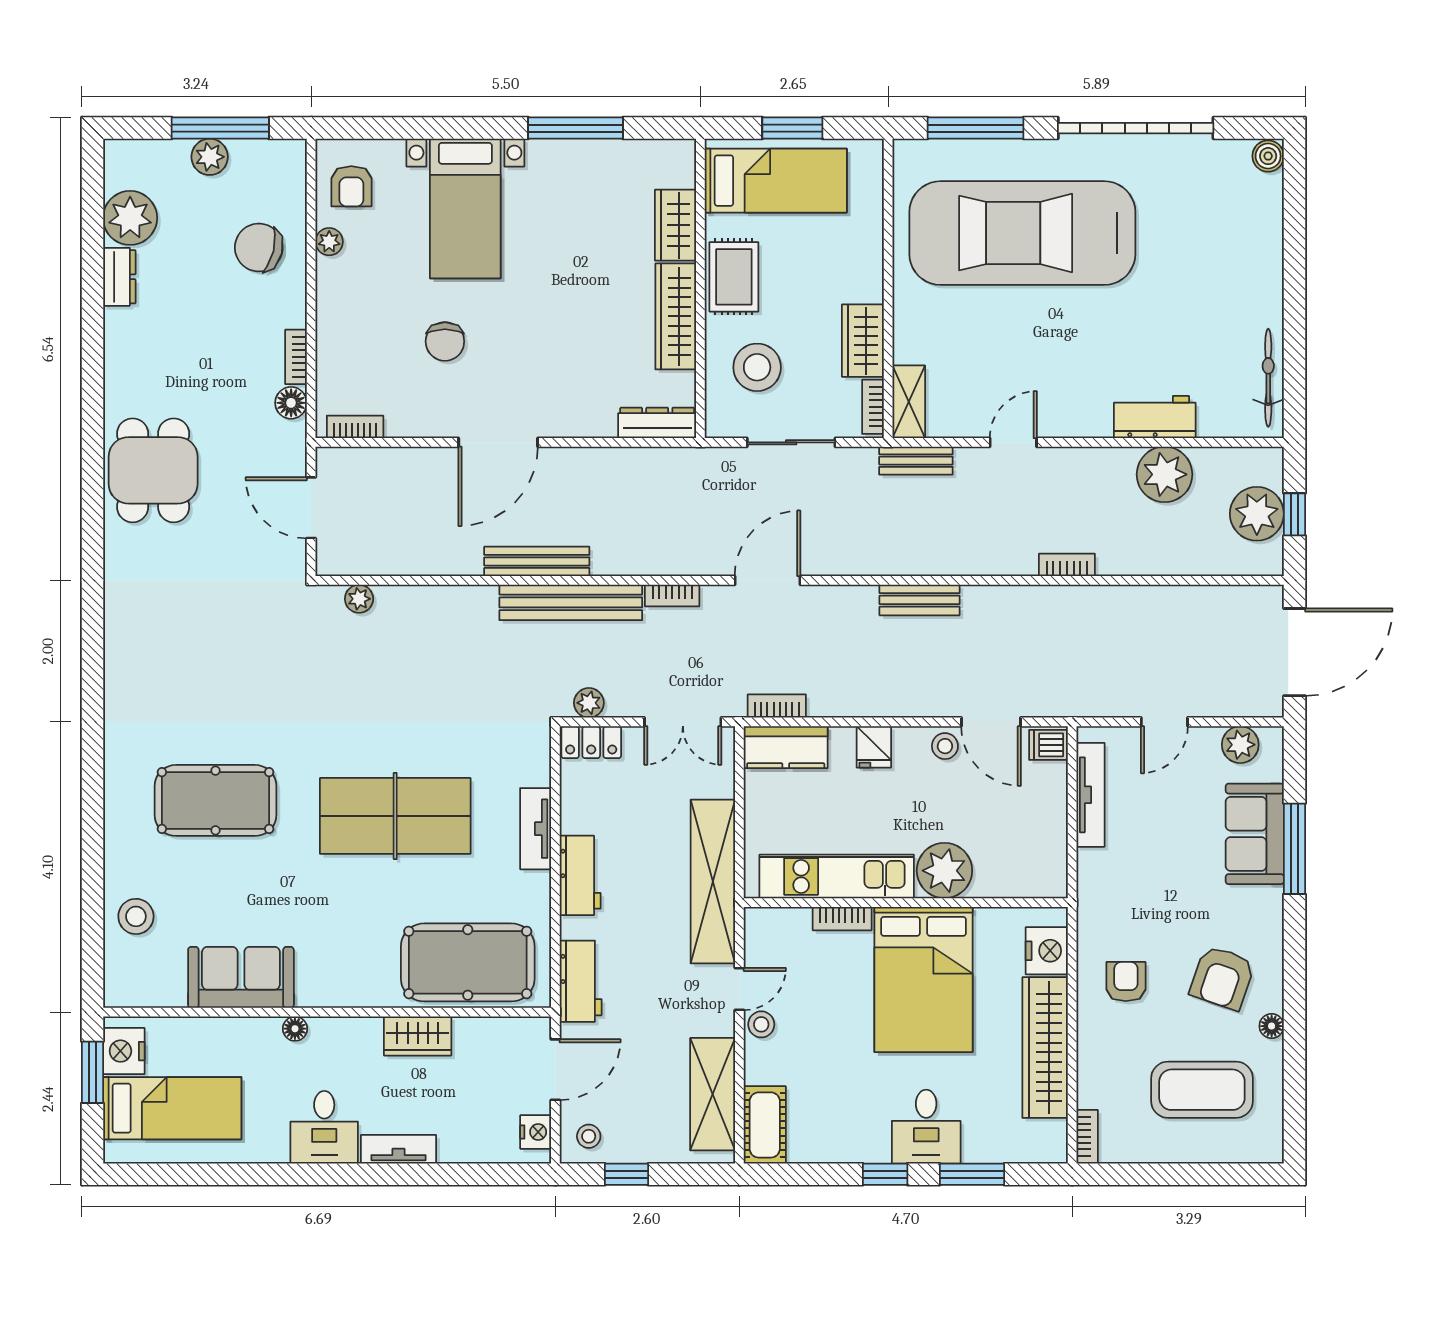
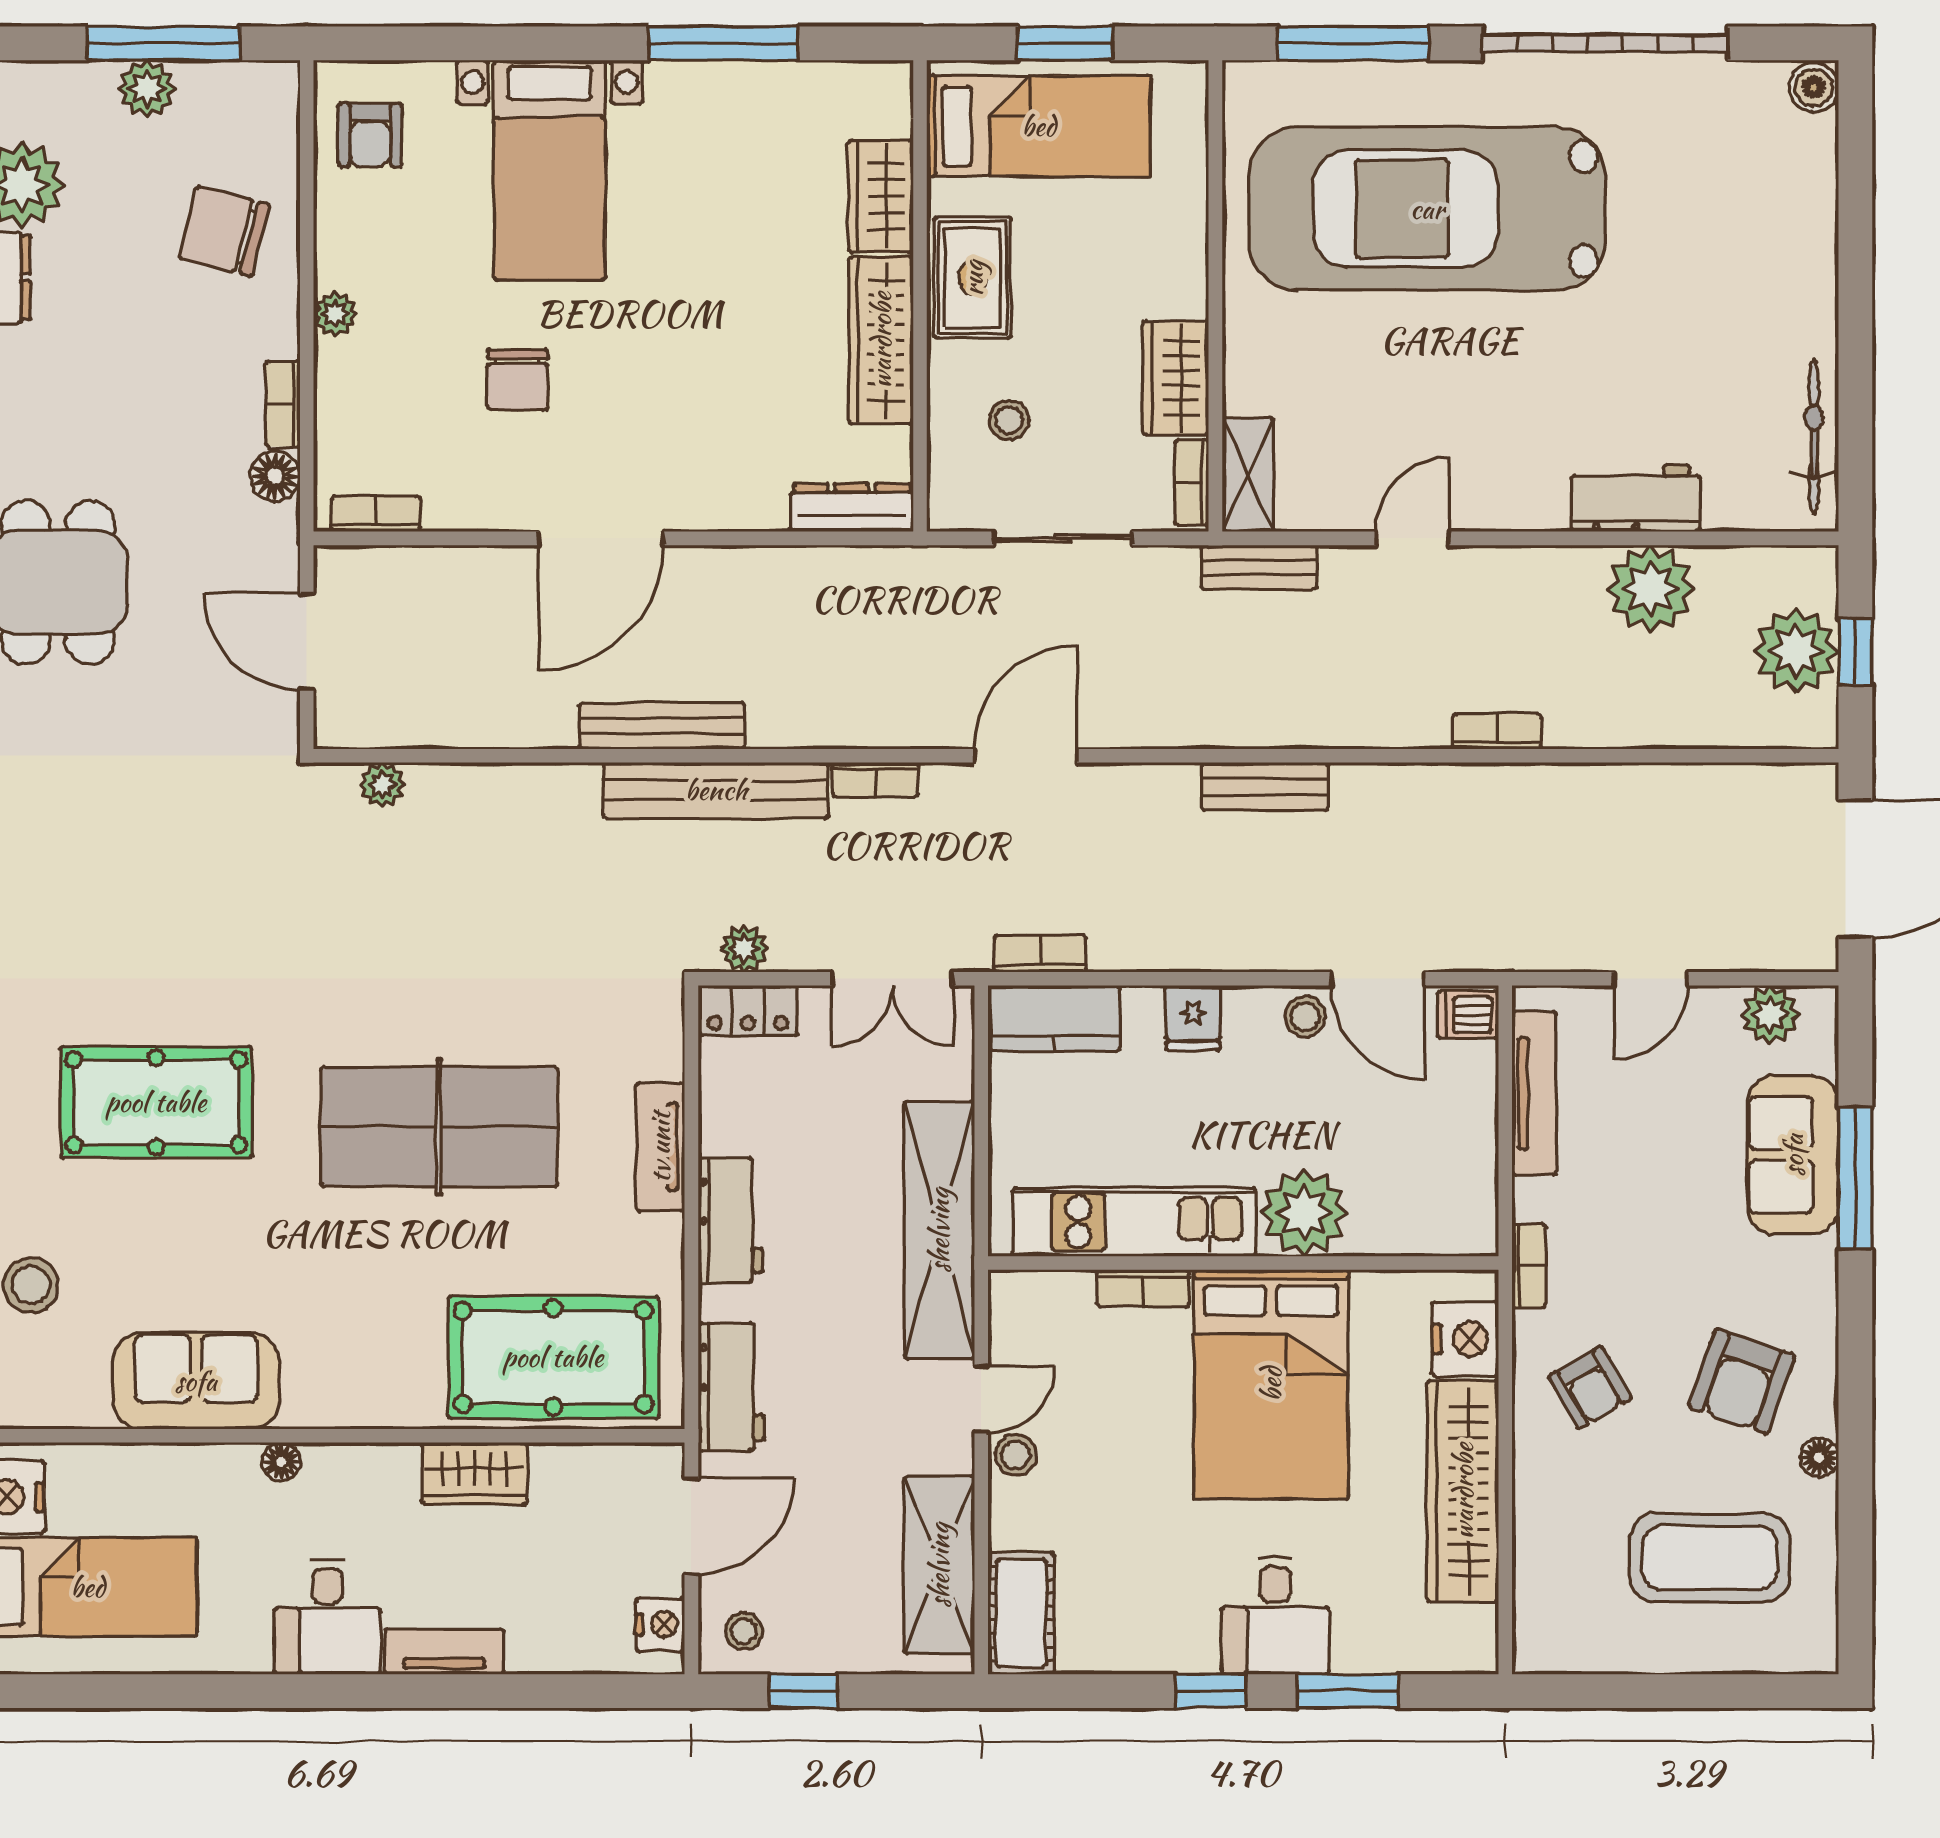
plant: (329, 242) -> (335, 314), moved
stool: (757, 367) -> (1009, 420), width x0.53, depth x0.53
armchair: (1126, 982) -> (1590, 1387), turned 150
bookcase: (1087, 1137) -> (1529, 1266), moved

